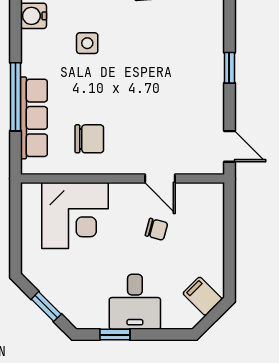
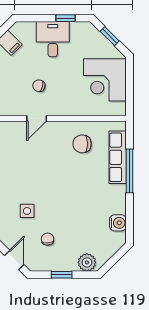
side table: (87, 43) -> (27, 211), moved
door: (160, 179) -> (37, 118), swing flipped
corner desk: (75, 216) -> (105, 80), moved, turned -90

